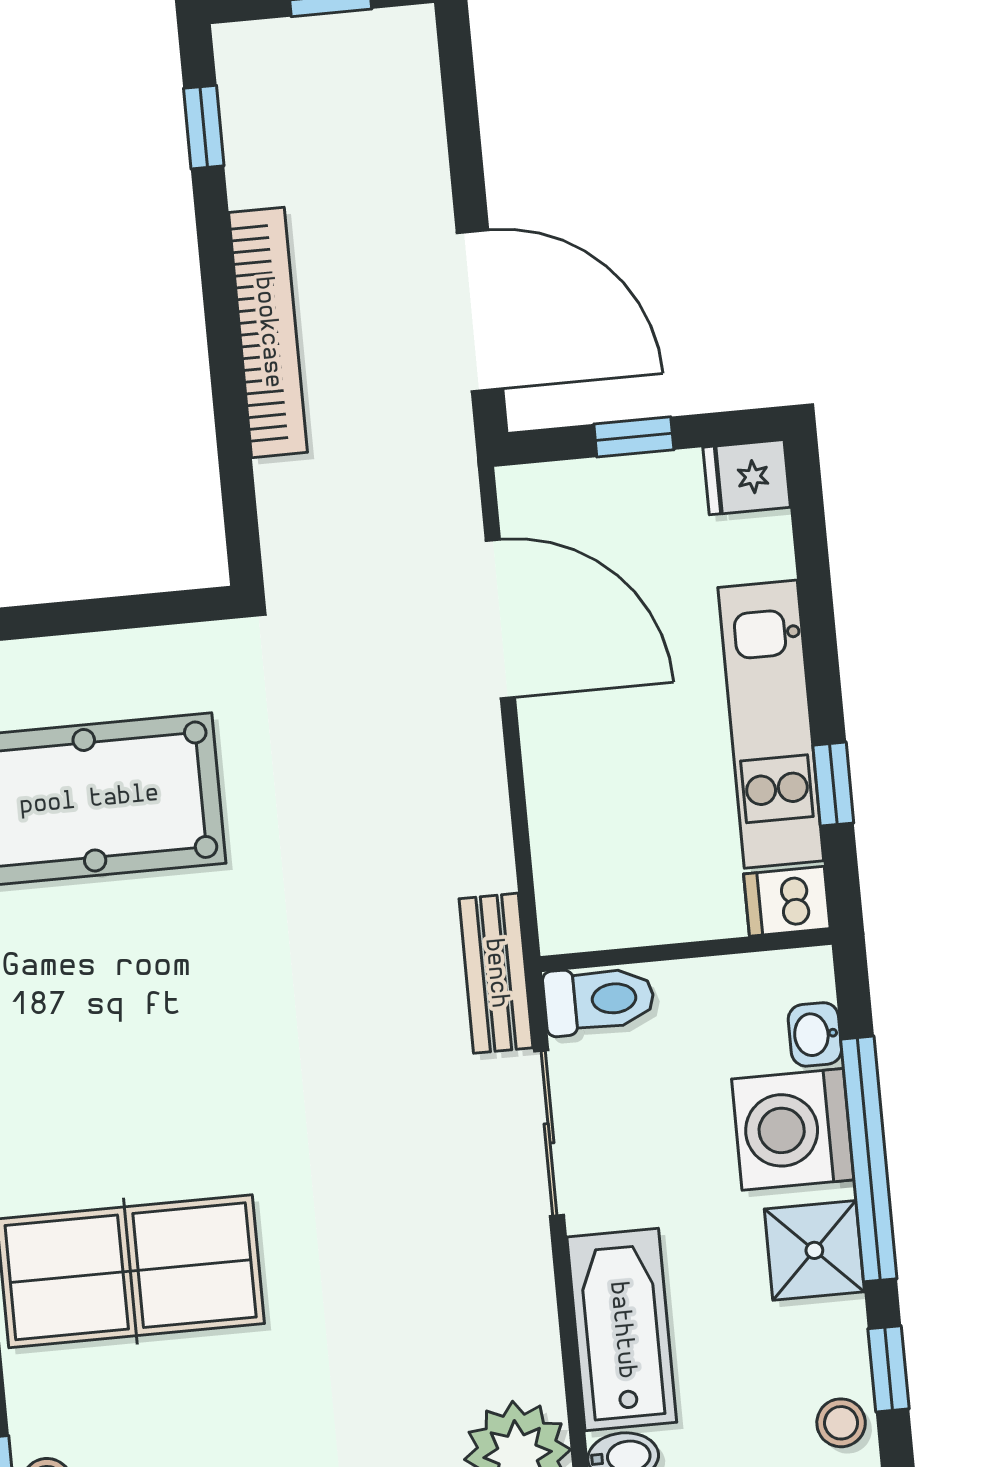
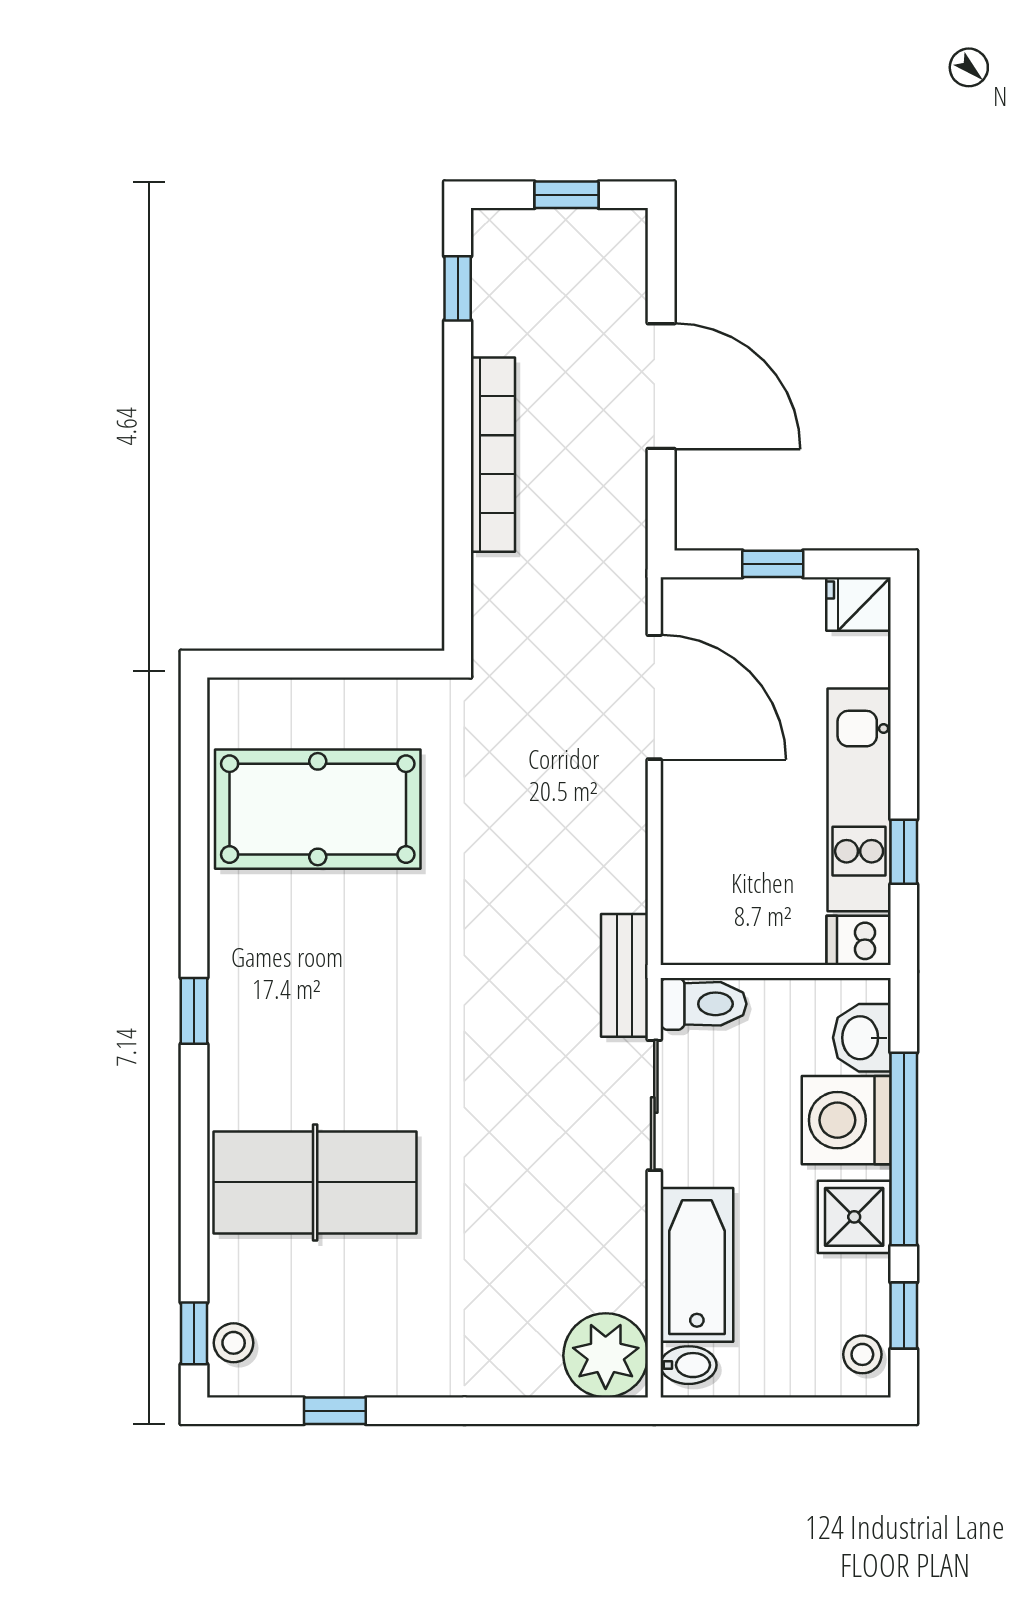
door: (480, 311) -> (661, 386), moved
washbasin: (815, 1034) -> (862, 1038), width x1.38, depth x1.45

